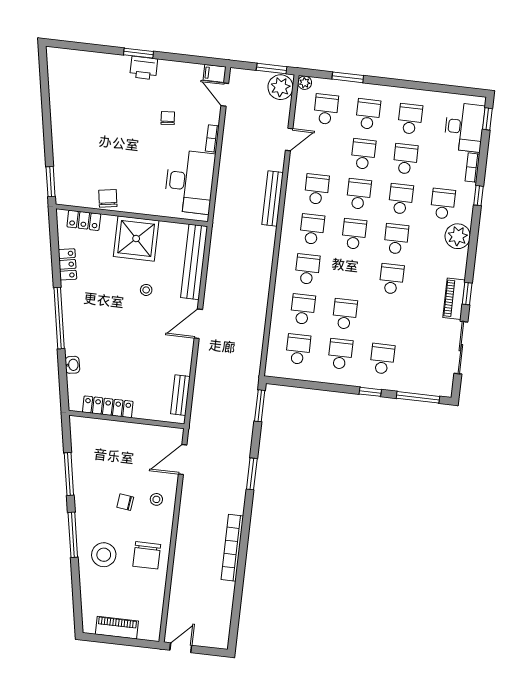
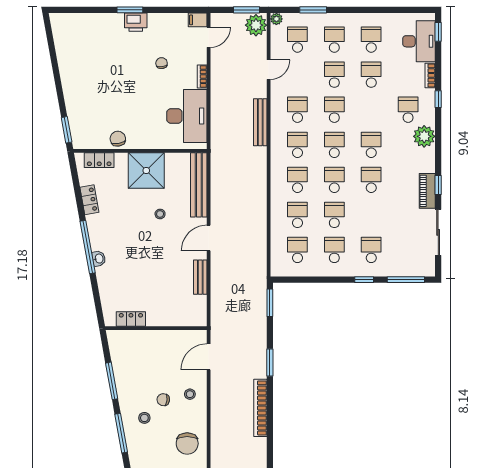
door: (225, 95) -> (209, 37), swing flipped
school desk: (401, 199) -> (334, 180), moved
washbasin: (72, 365) -> (99, 259), moved
bench: (180, 395) -> (200, 277), moved
locker: (108, 407) -> (131, 319), width x0.66
bookcase: (232, 548) -> (260, 408), moved
stool: (104, 555) -> (144, 418), moved, width x0.53, depth x0.53

